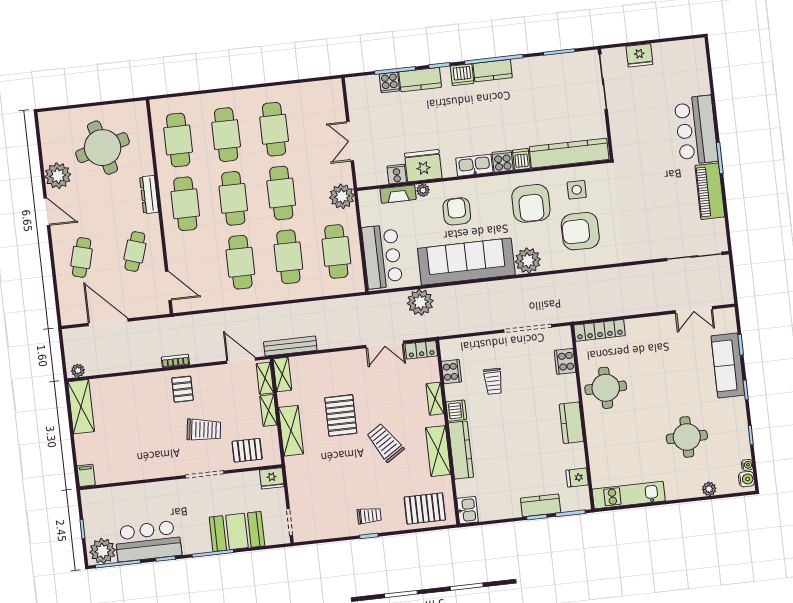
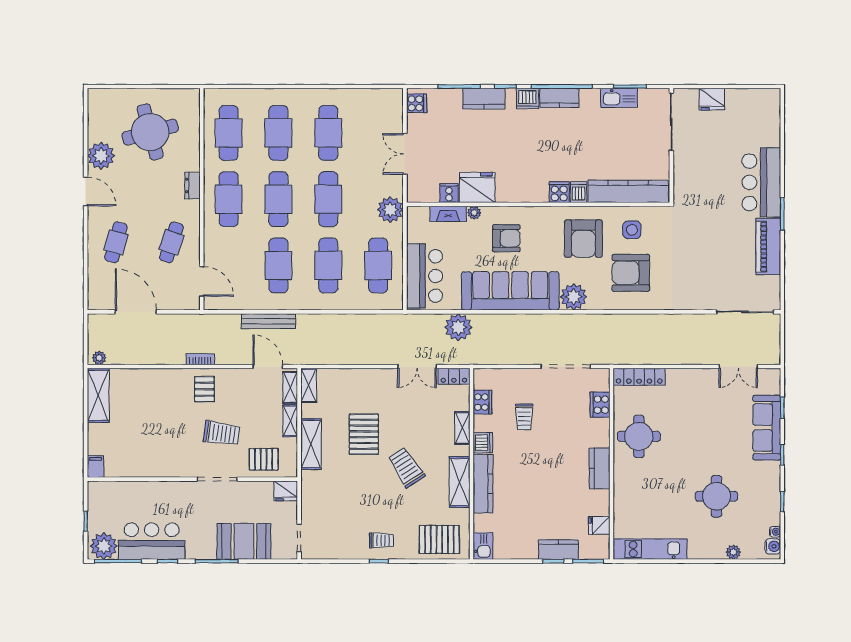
cooker: (389, 82) -> (417, 103), moved, turned -90
kitchen sink: (474, 165) -> (619, 98), moved, turned 180
dresser: (149, 195) -> (192, 186), width x0.70
armchair: (457, 211) -> (506, 238), turned 90
bench: (290, 346) -> (269, 321), moved

